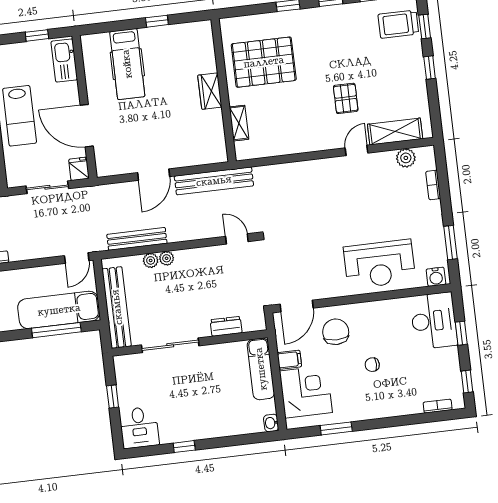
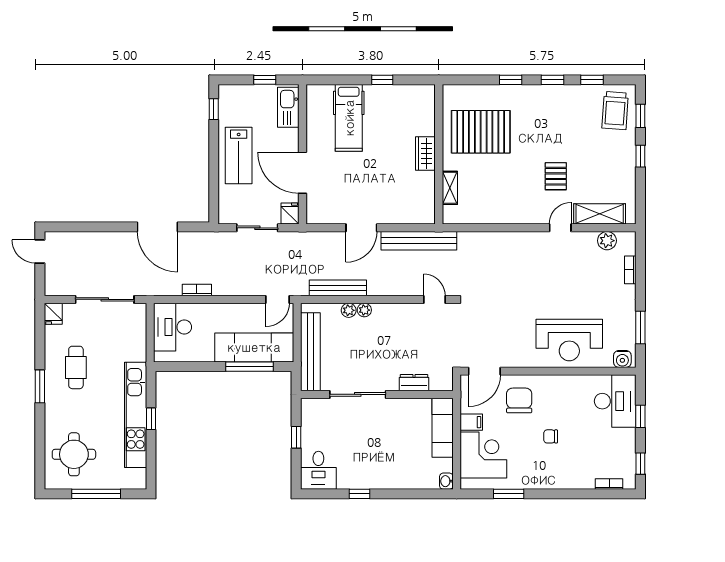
trolley: (398, 24) -> (615, 111), turned -86

